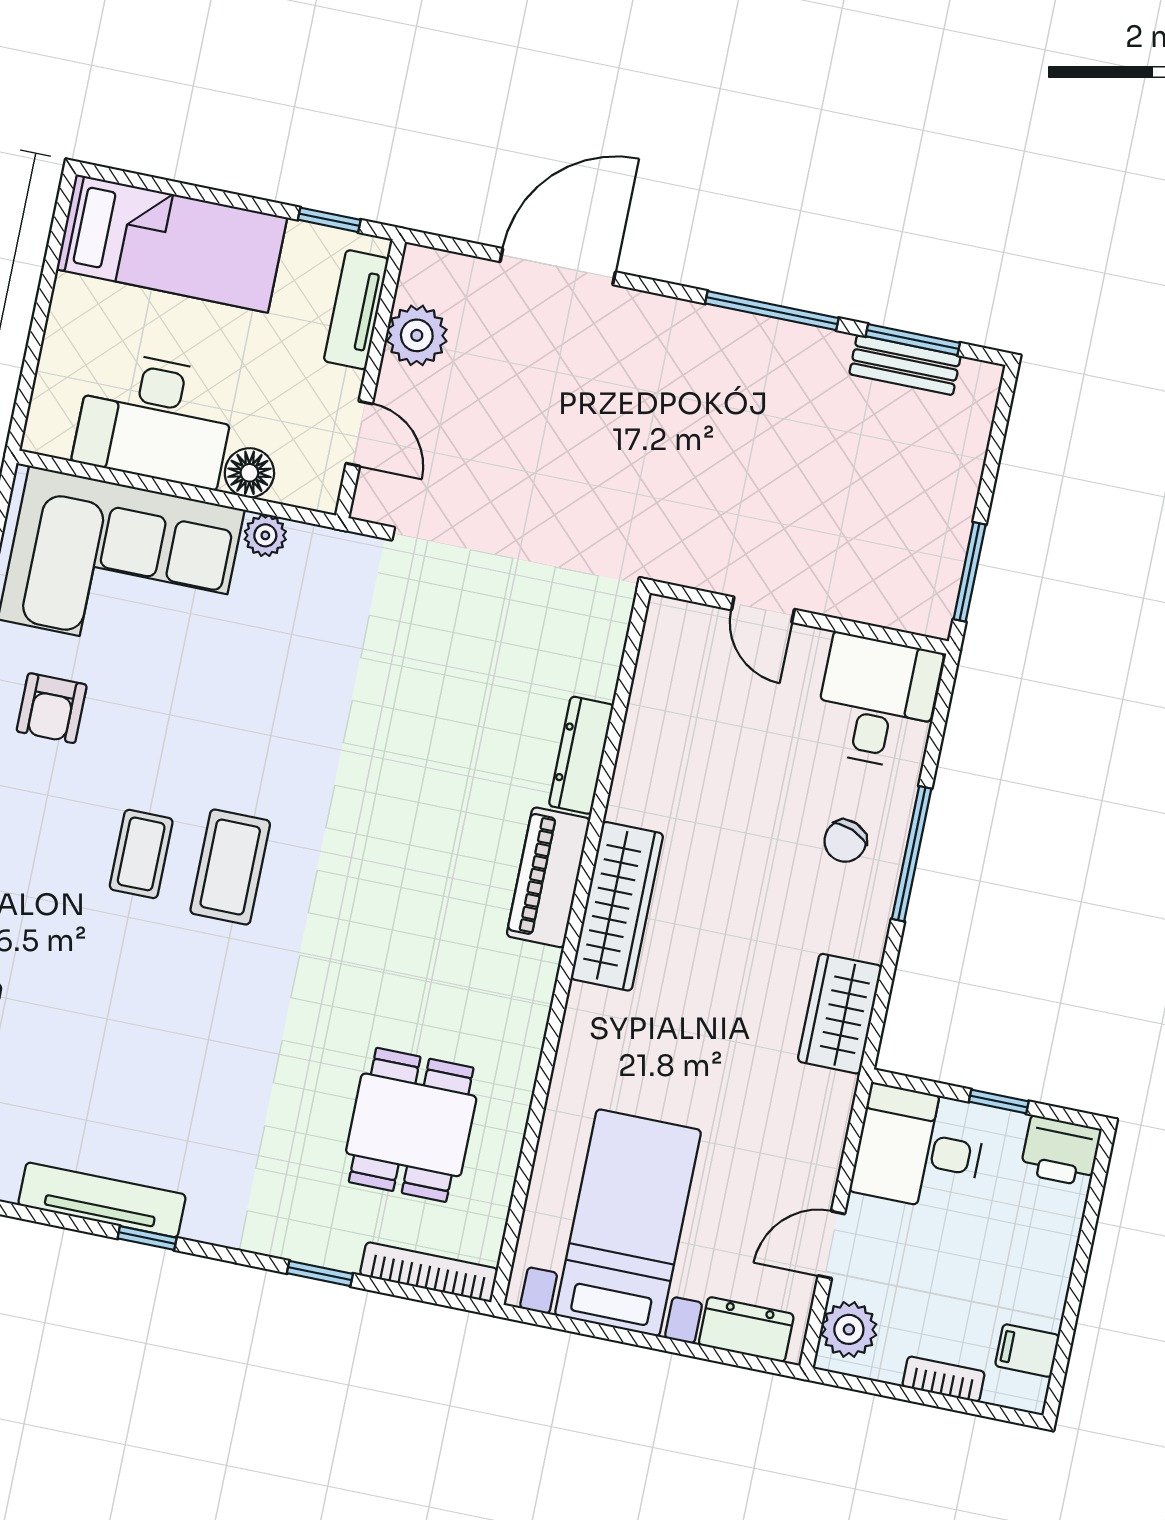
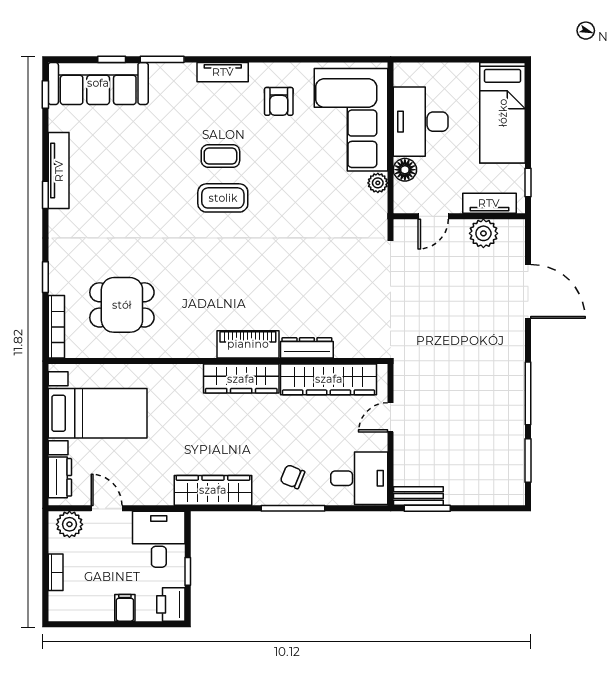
bench: (905, 365) -> (418, 496), moved, turned 90
armchair: (52, 708) -> (279, 101), turned -90
wardrobe: (657, 723) -> (329, 379), added
wardrobe: (840, 1014) -> (213, 490), width x1.50
filing cabinet: (1027, 1351) -> (125, 608), moved

